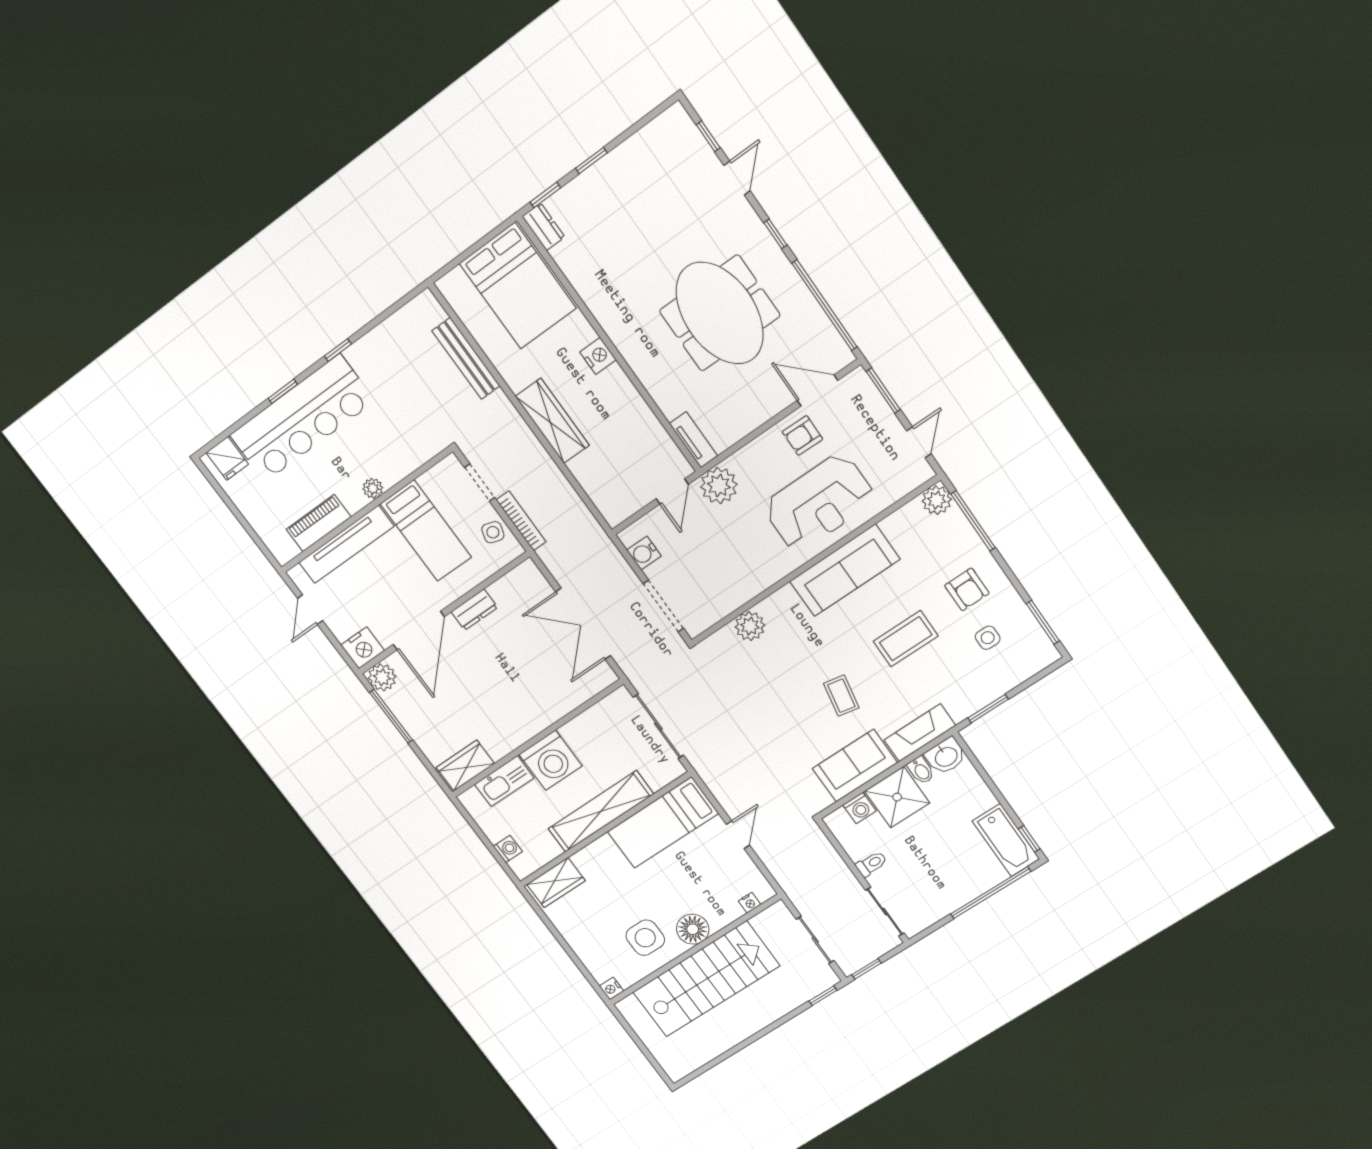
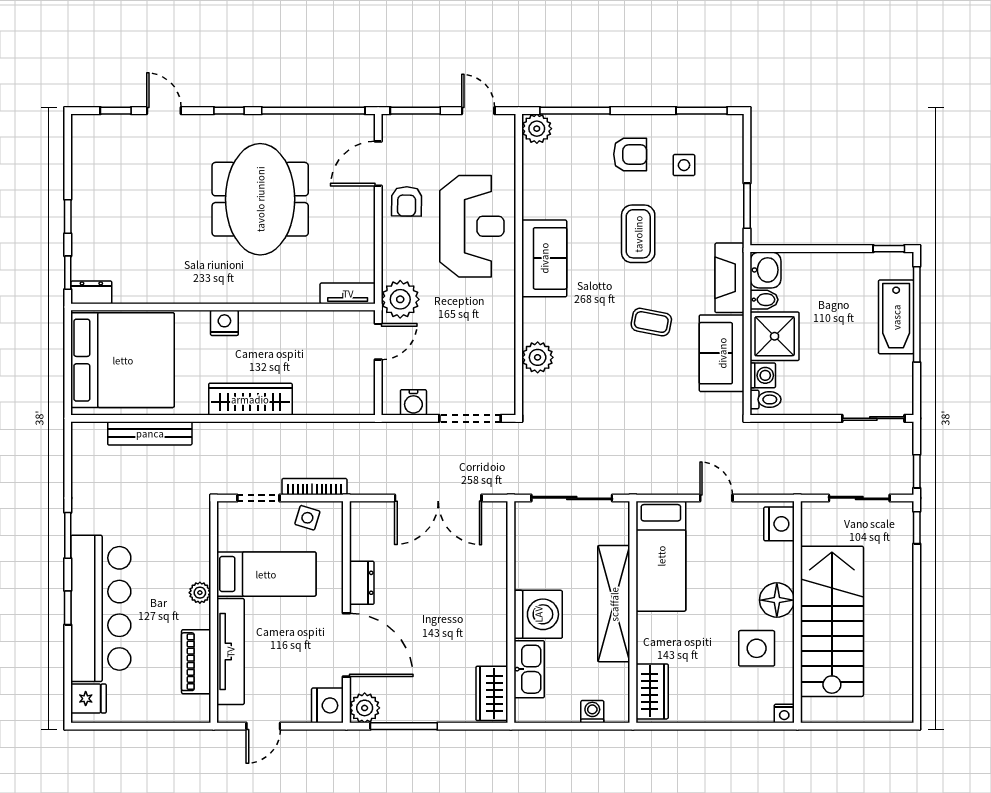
bed: (518, 286) -> (123, 360), width x1.36
meeting table: (720, 313) -> (260, 199), turned 90
window: (338, 350) -> (68, 535), width x1.50
door: (672, 491) -> (378, 342), hinge flipped
sofa: (845, 570) -> (544, 258), width x0.73
door: (310, 610) -> (263, 726), hinge flipped
bathtub: (1006, 840) -> (896, 317), moved, turned 90
toilet: (871, 864) -> (766, 399), moved, turned 90
nightstand: (750, 903) -> (779, 524), width x1.89, depth x1.79

